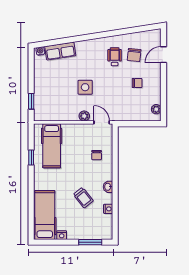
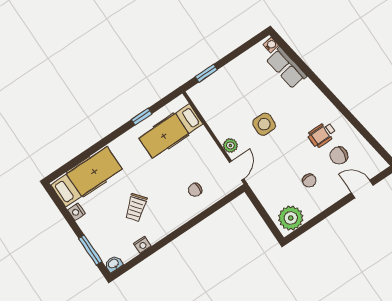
wheelchair: (115, 57) -> (322, 134), turned 180
plant: (156, 109) -> (291, 218), width x1.88, depth x1.88
washbasin: (108, 187) -> (114, 264), moved

